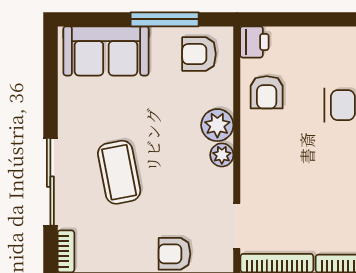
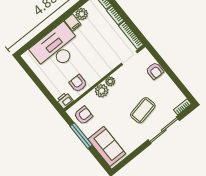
armchair: (199, 54) -> (83, 115), turned -90
armchair: (267, 92) -> (78, 83), turned -90

